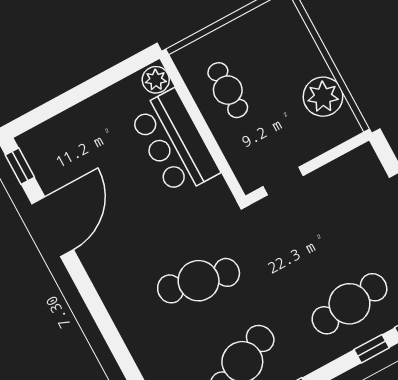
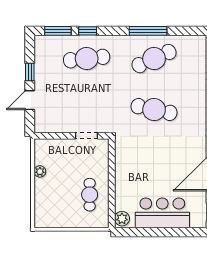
plant: (323, 97) -> (40, 171), width x0.53, depth x0.53
bar counter: (174, 143) -> (162, 213), moved, turned -90

